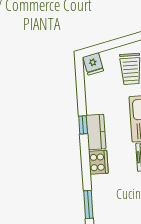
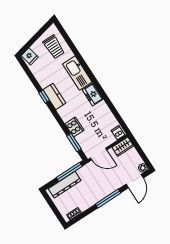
cooker: (98, 162) -> (74, 127), moved

